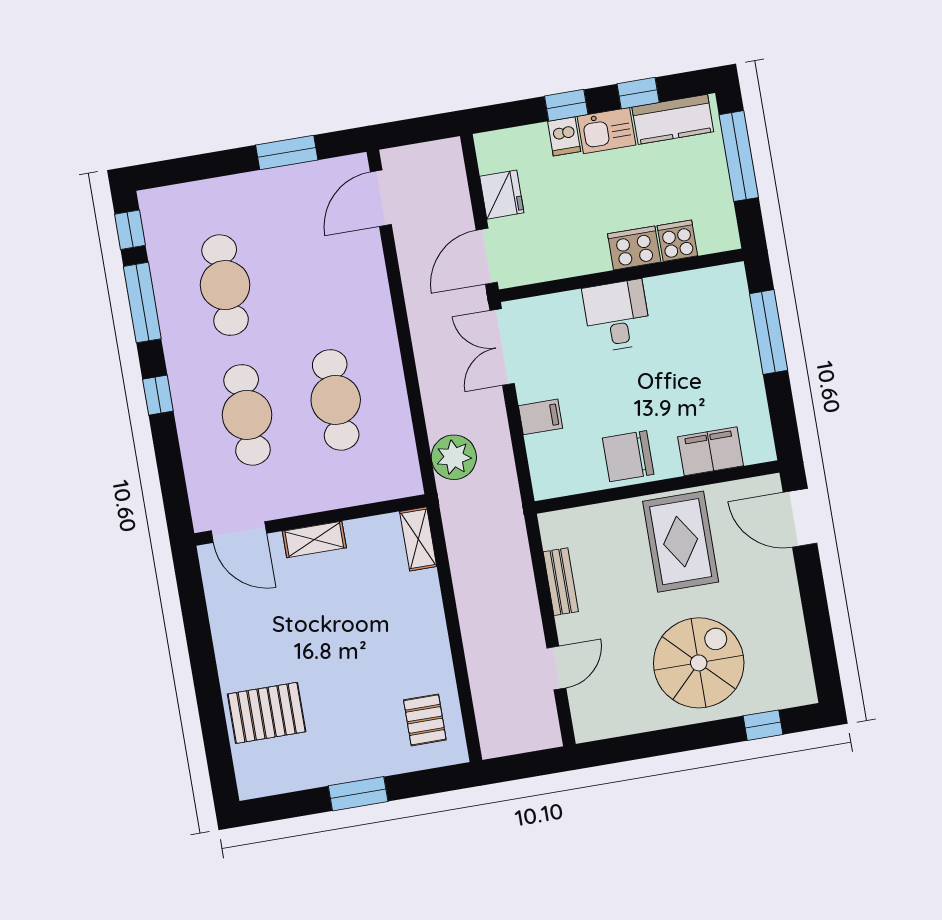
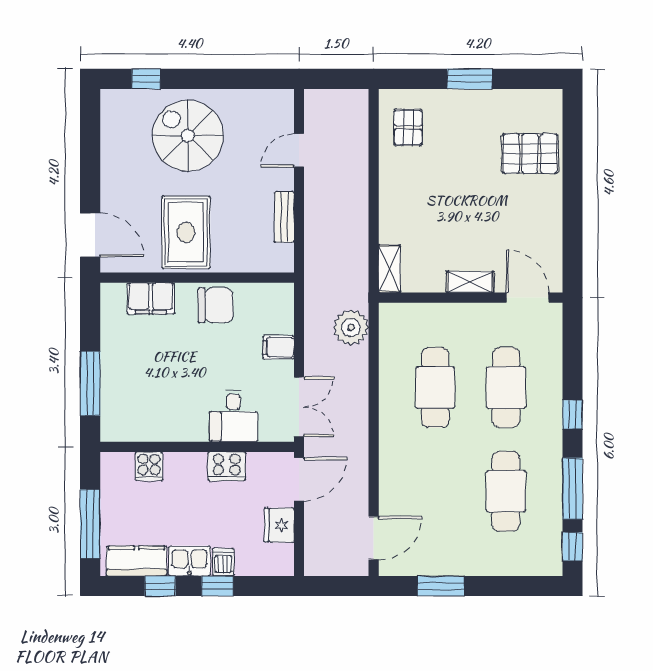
cooker: (634, 248) -> (227, 466), moved
desk: (617, 316) -> (234, 416), moved
spiral stairs: (699, 663) -> (188, 136), turned 90

